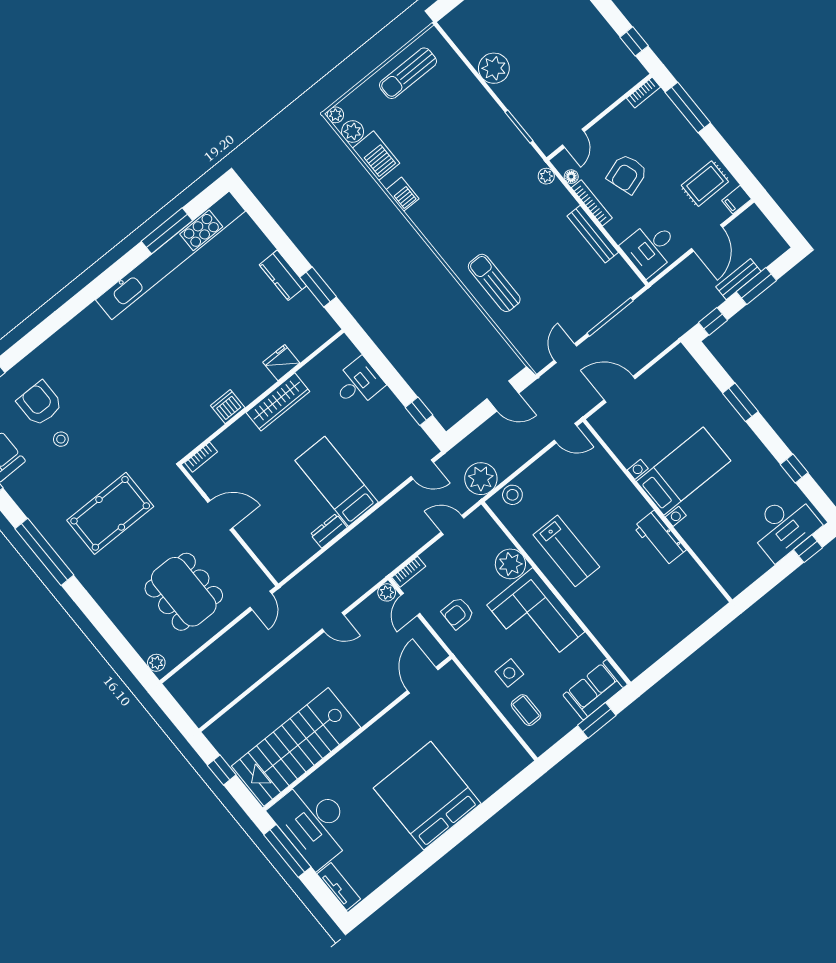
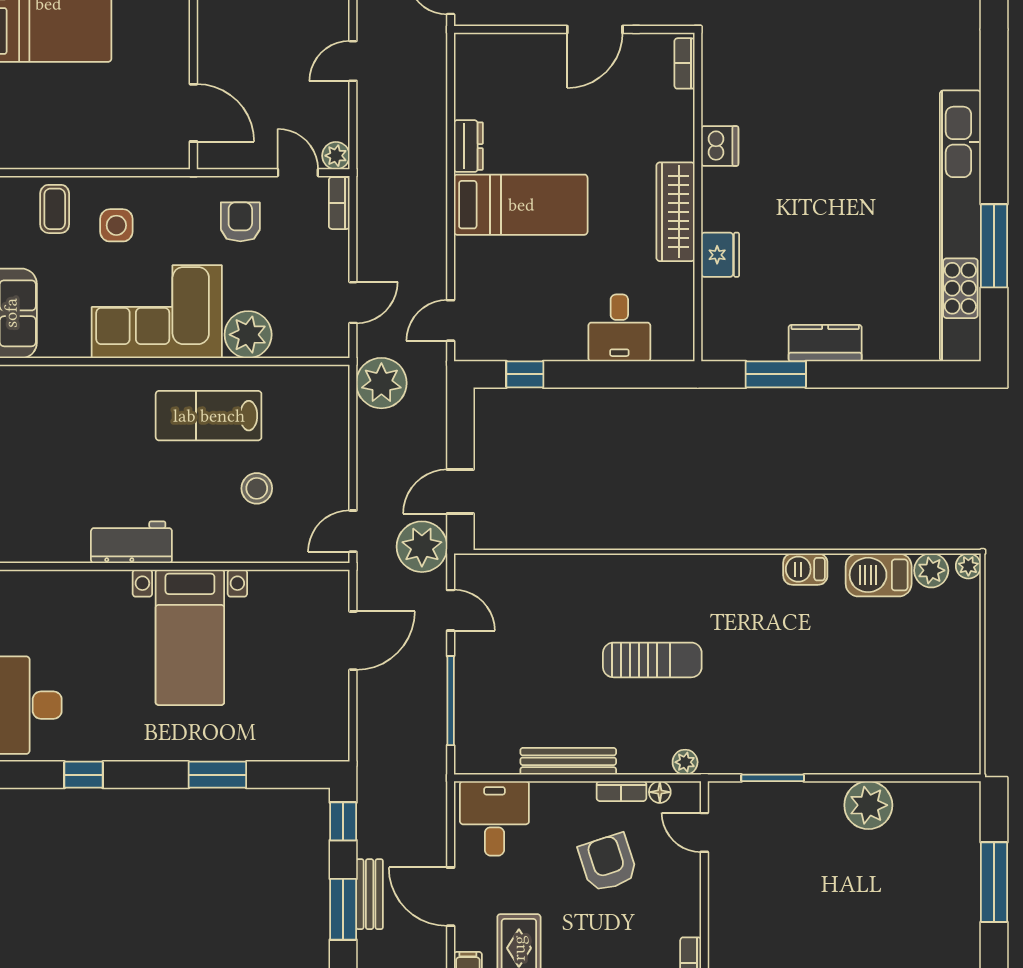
sun lounger: (408, 73) -> (947, 696), removed
bookcase: (592, 203) -> (621, 791), width x0.64
sun lounger: (494, 283) -> (652, 660), moved
plant: (545, 393) -> (422, 547), added
stool: (512, 495) -> (257, 488), moved
coffee table: (526, 710) -> (55, 209), turned 90

